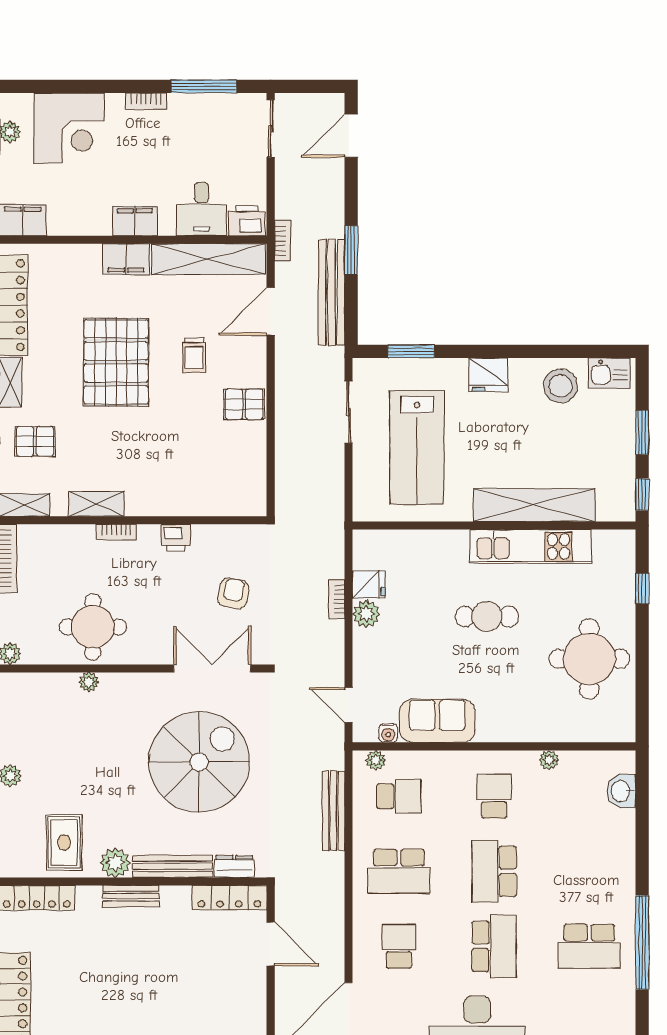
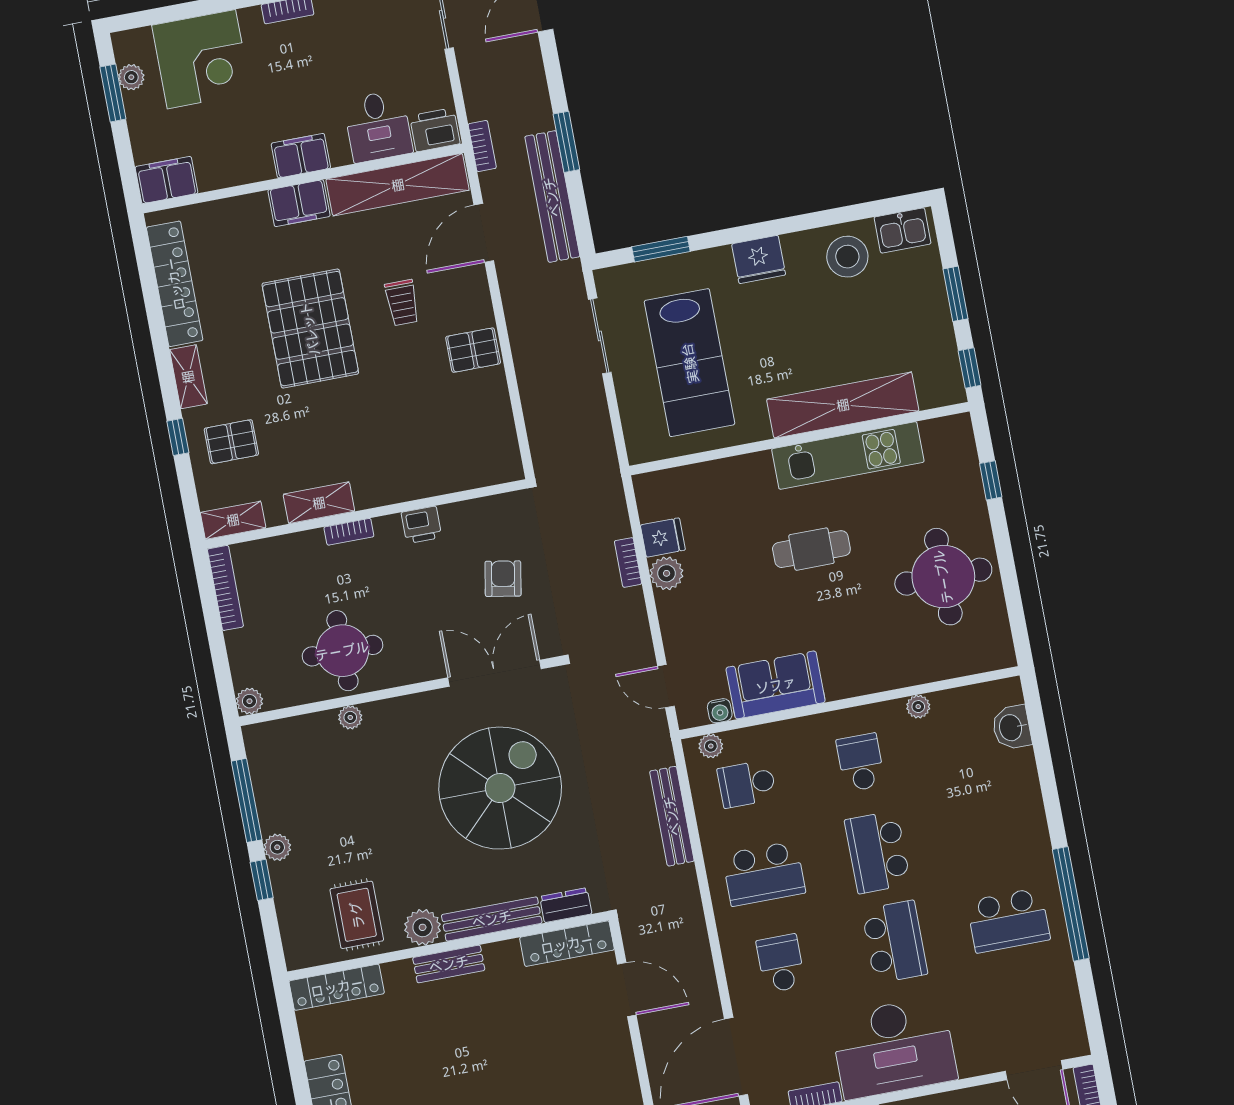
school desk: (399, 796) -> (747, 784), turned 180

